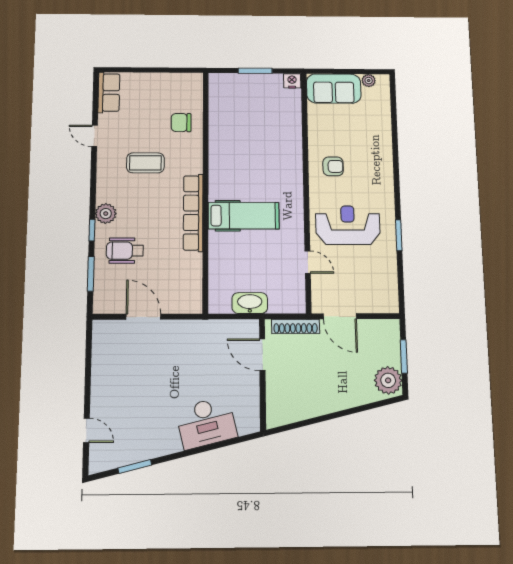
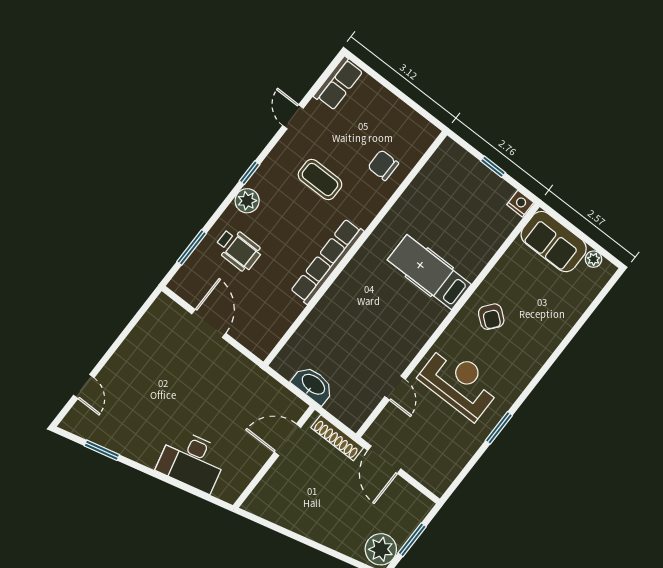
window: (255, 71) -> (493, 167), width x0.67
armchair: (333, 166) -> (491, 317), turned 39
hospital bed: (244, 216) -> (429, 272), moved, turned 180
window: (92, 230) -> (250, 173), moved
wheelchair: (125, 251) -> (238, 249), turned 180
door: (262, 355) -> (288, 440), hinge flipped

